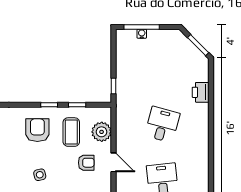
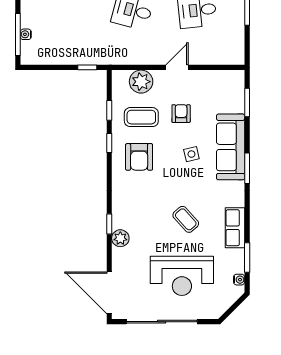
armchair: (37, 130) -> (139, 157), turned -90
armchair: (86, 163) -> (181, 114), moved

